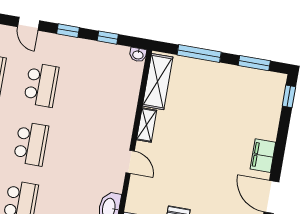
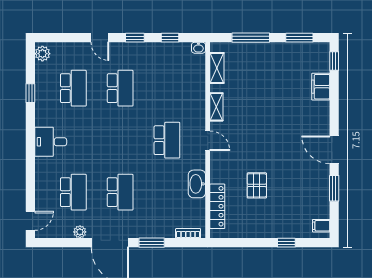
shelving: (158, 82) -> (217, 68), width x0.67, depth x0.75
school desk: (31, 144) -> (167, 140), moved
filing cabinet: (263, 156) -> (321, 87), moved

